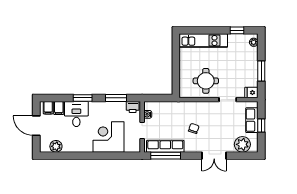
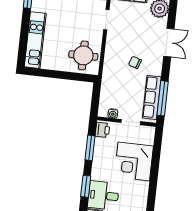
round table: (206, 81) -> (83, 55), moved

